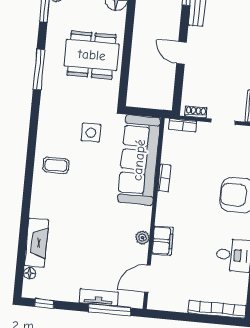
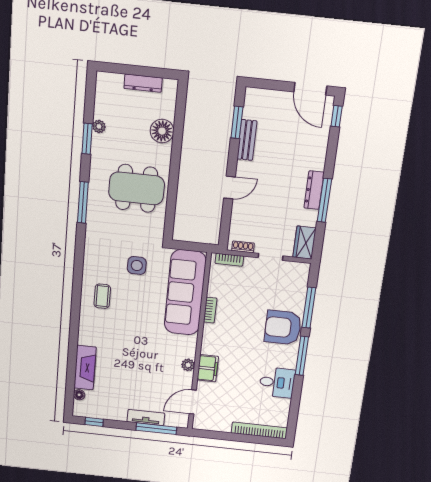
door: (181, 53) -> (229, 187), swing flipped
coffee table: (56, 165) -> (102, 296), turned 90

